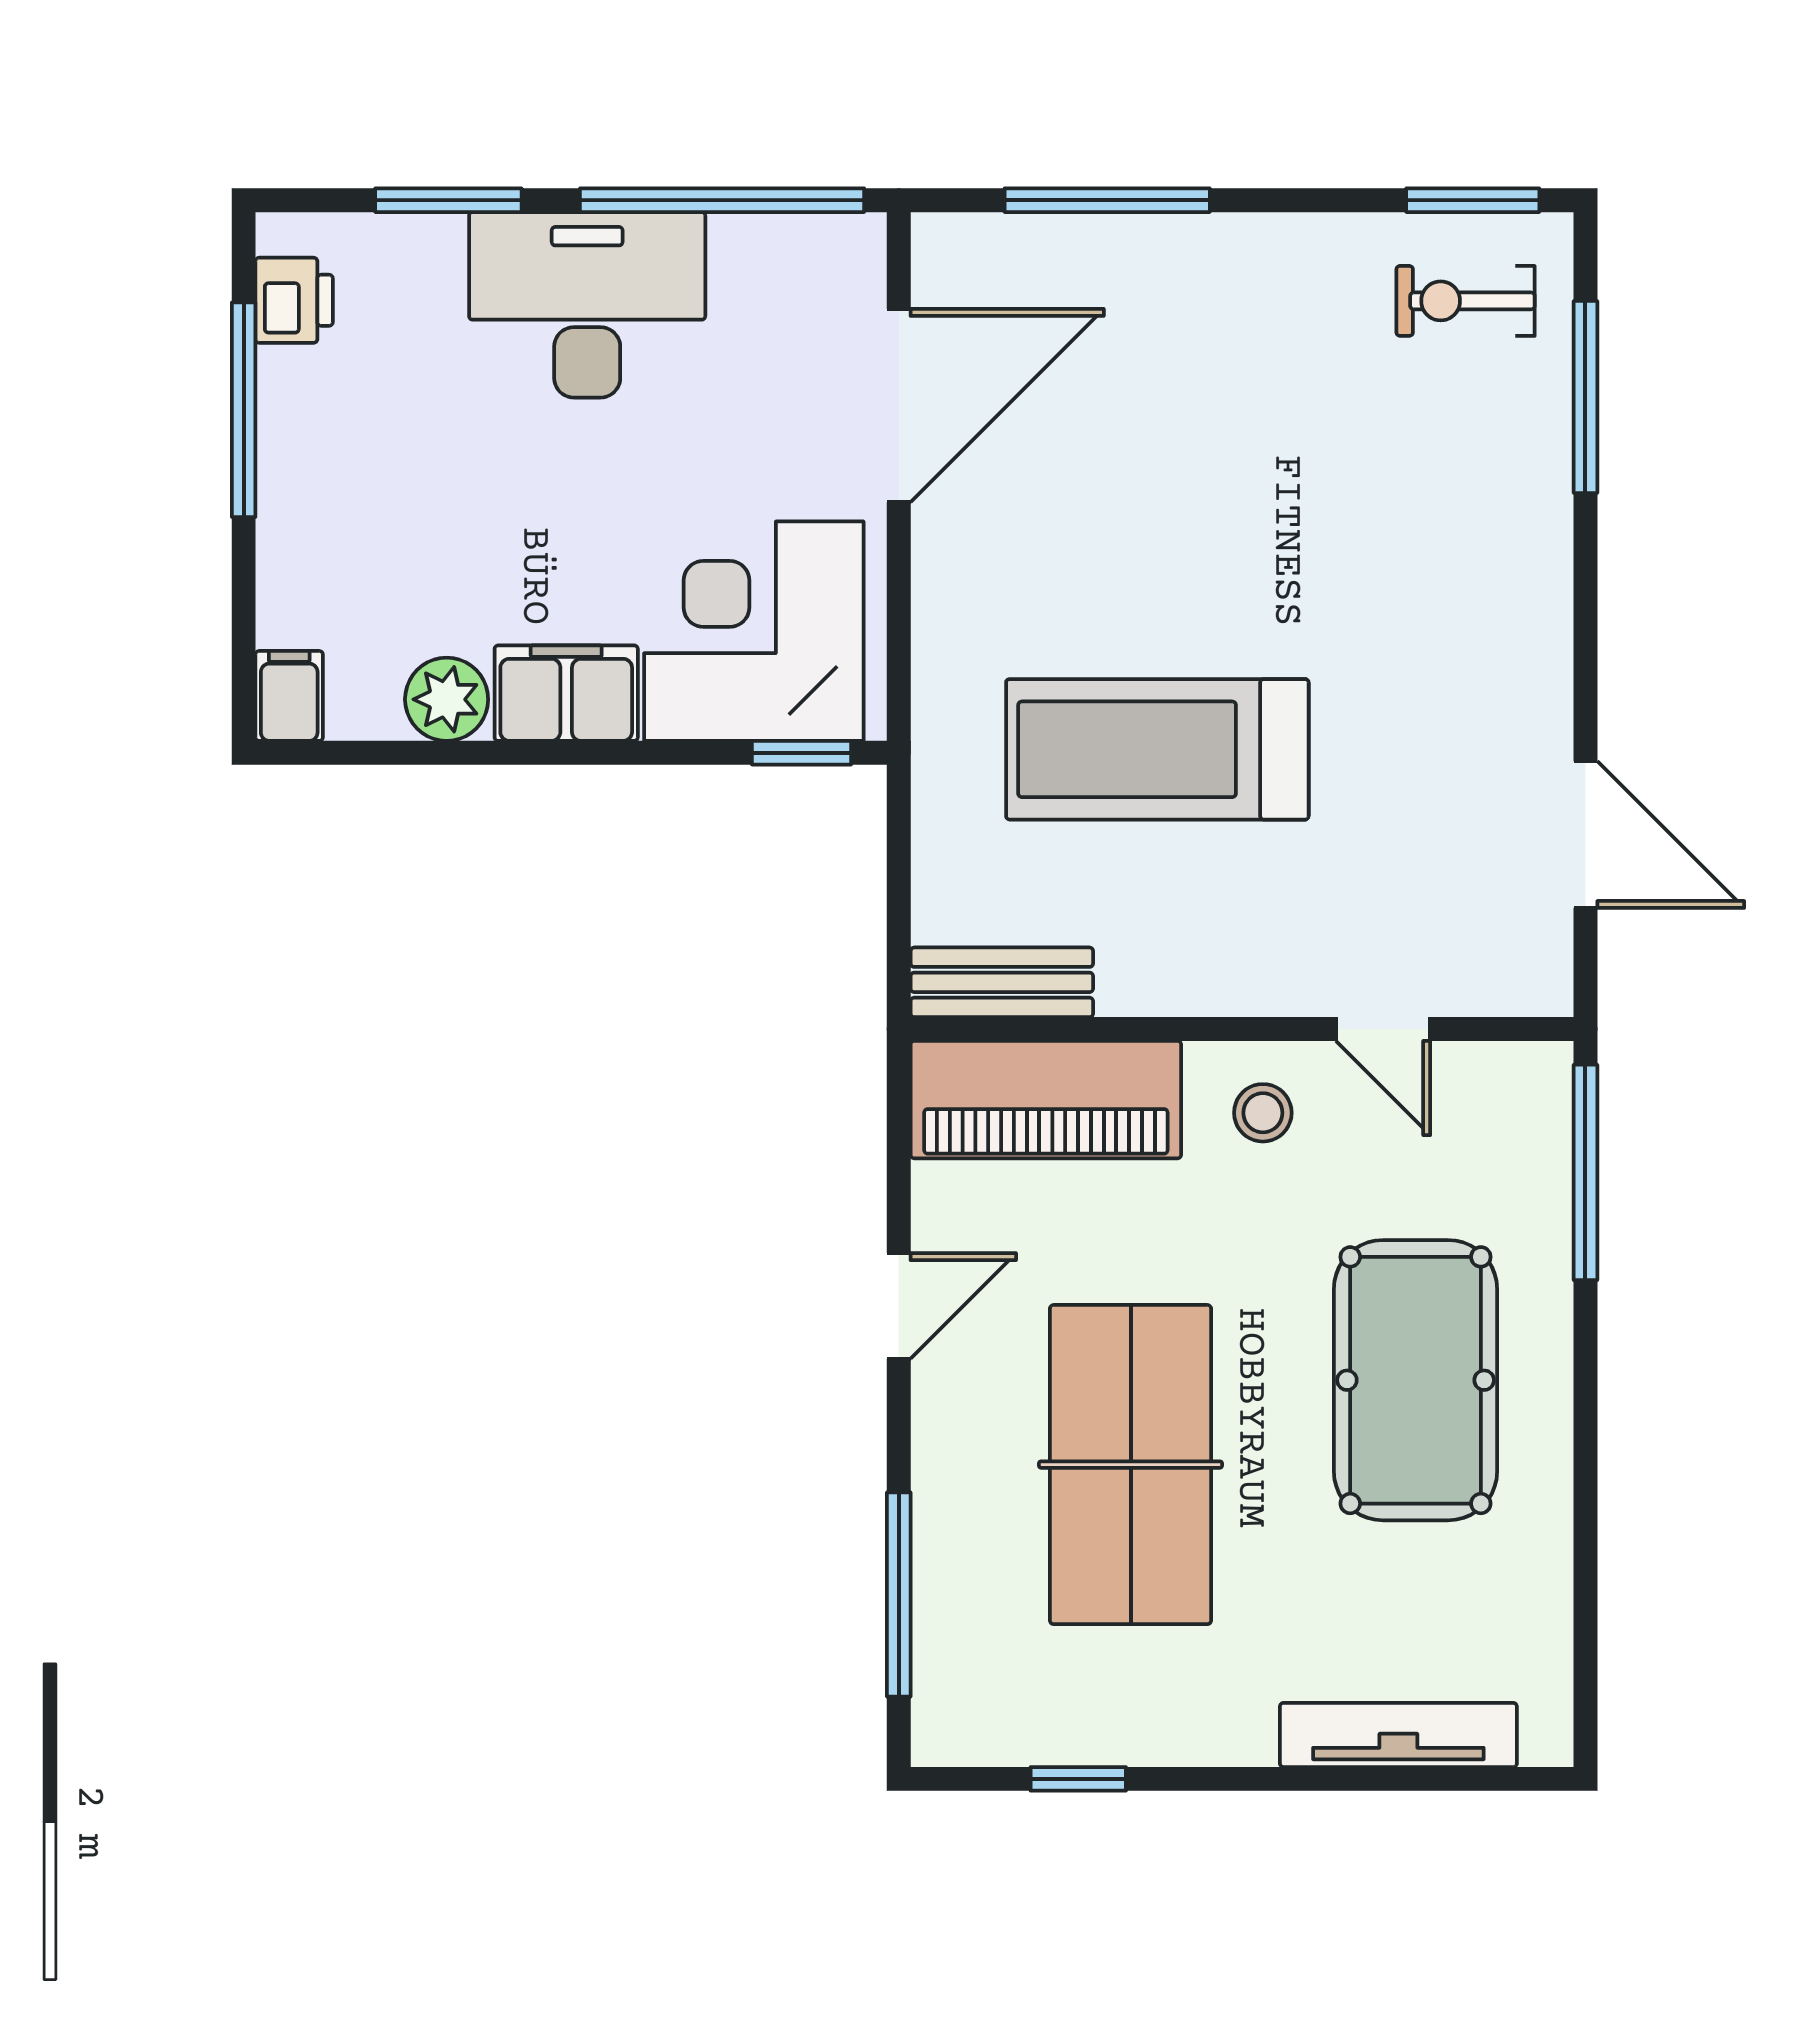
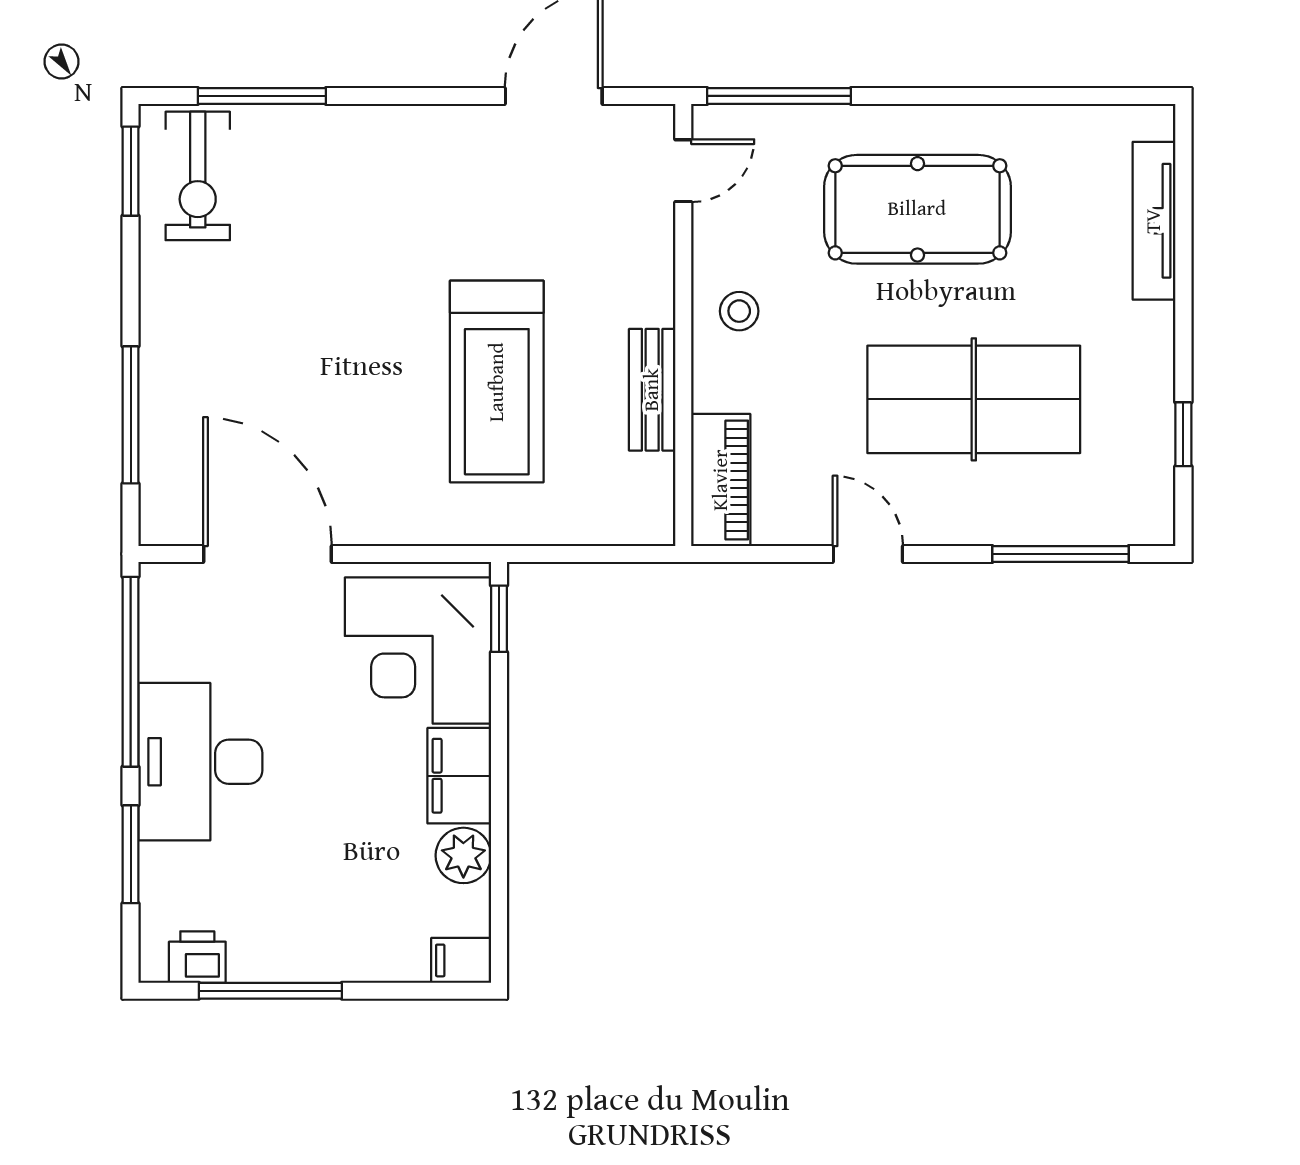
exercise bike: (1466, 301) -> (198, 176), width x1.38, depth x1.39
bench: (1002, 982) -> (652, 390), moved
door: (1383, 1029) -> (683, 171), moved
piano: (1046, 1100) -> (721, 480), width x0.73, depth x0.75

